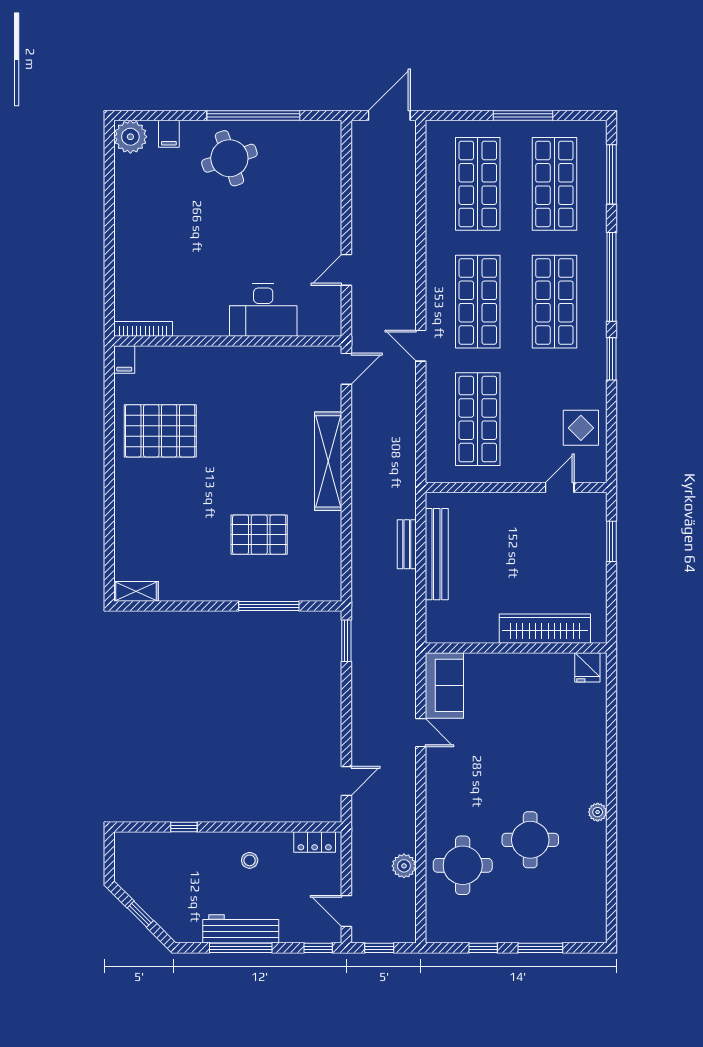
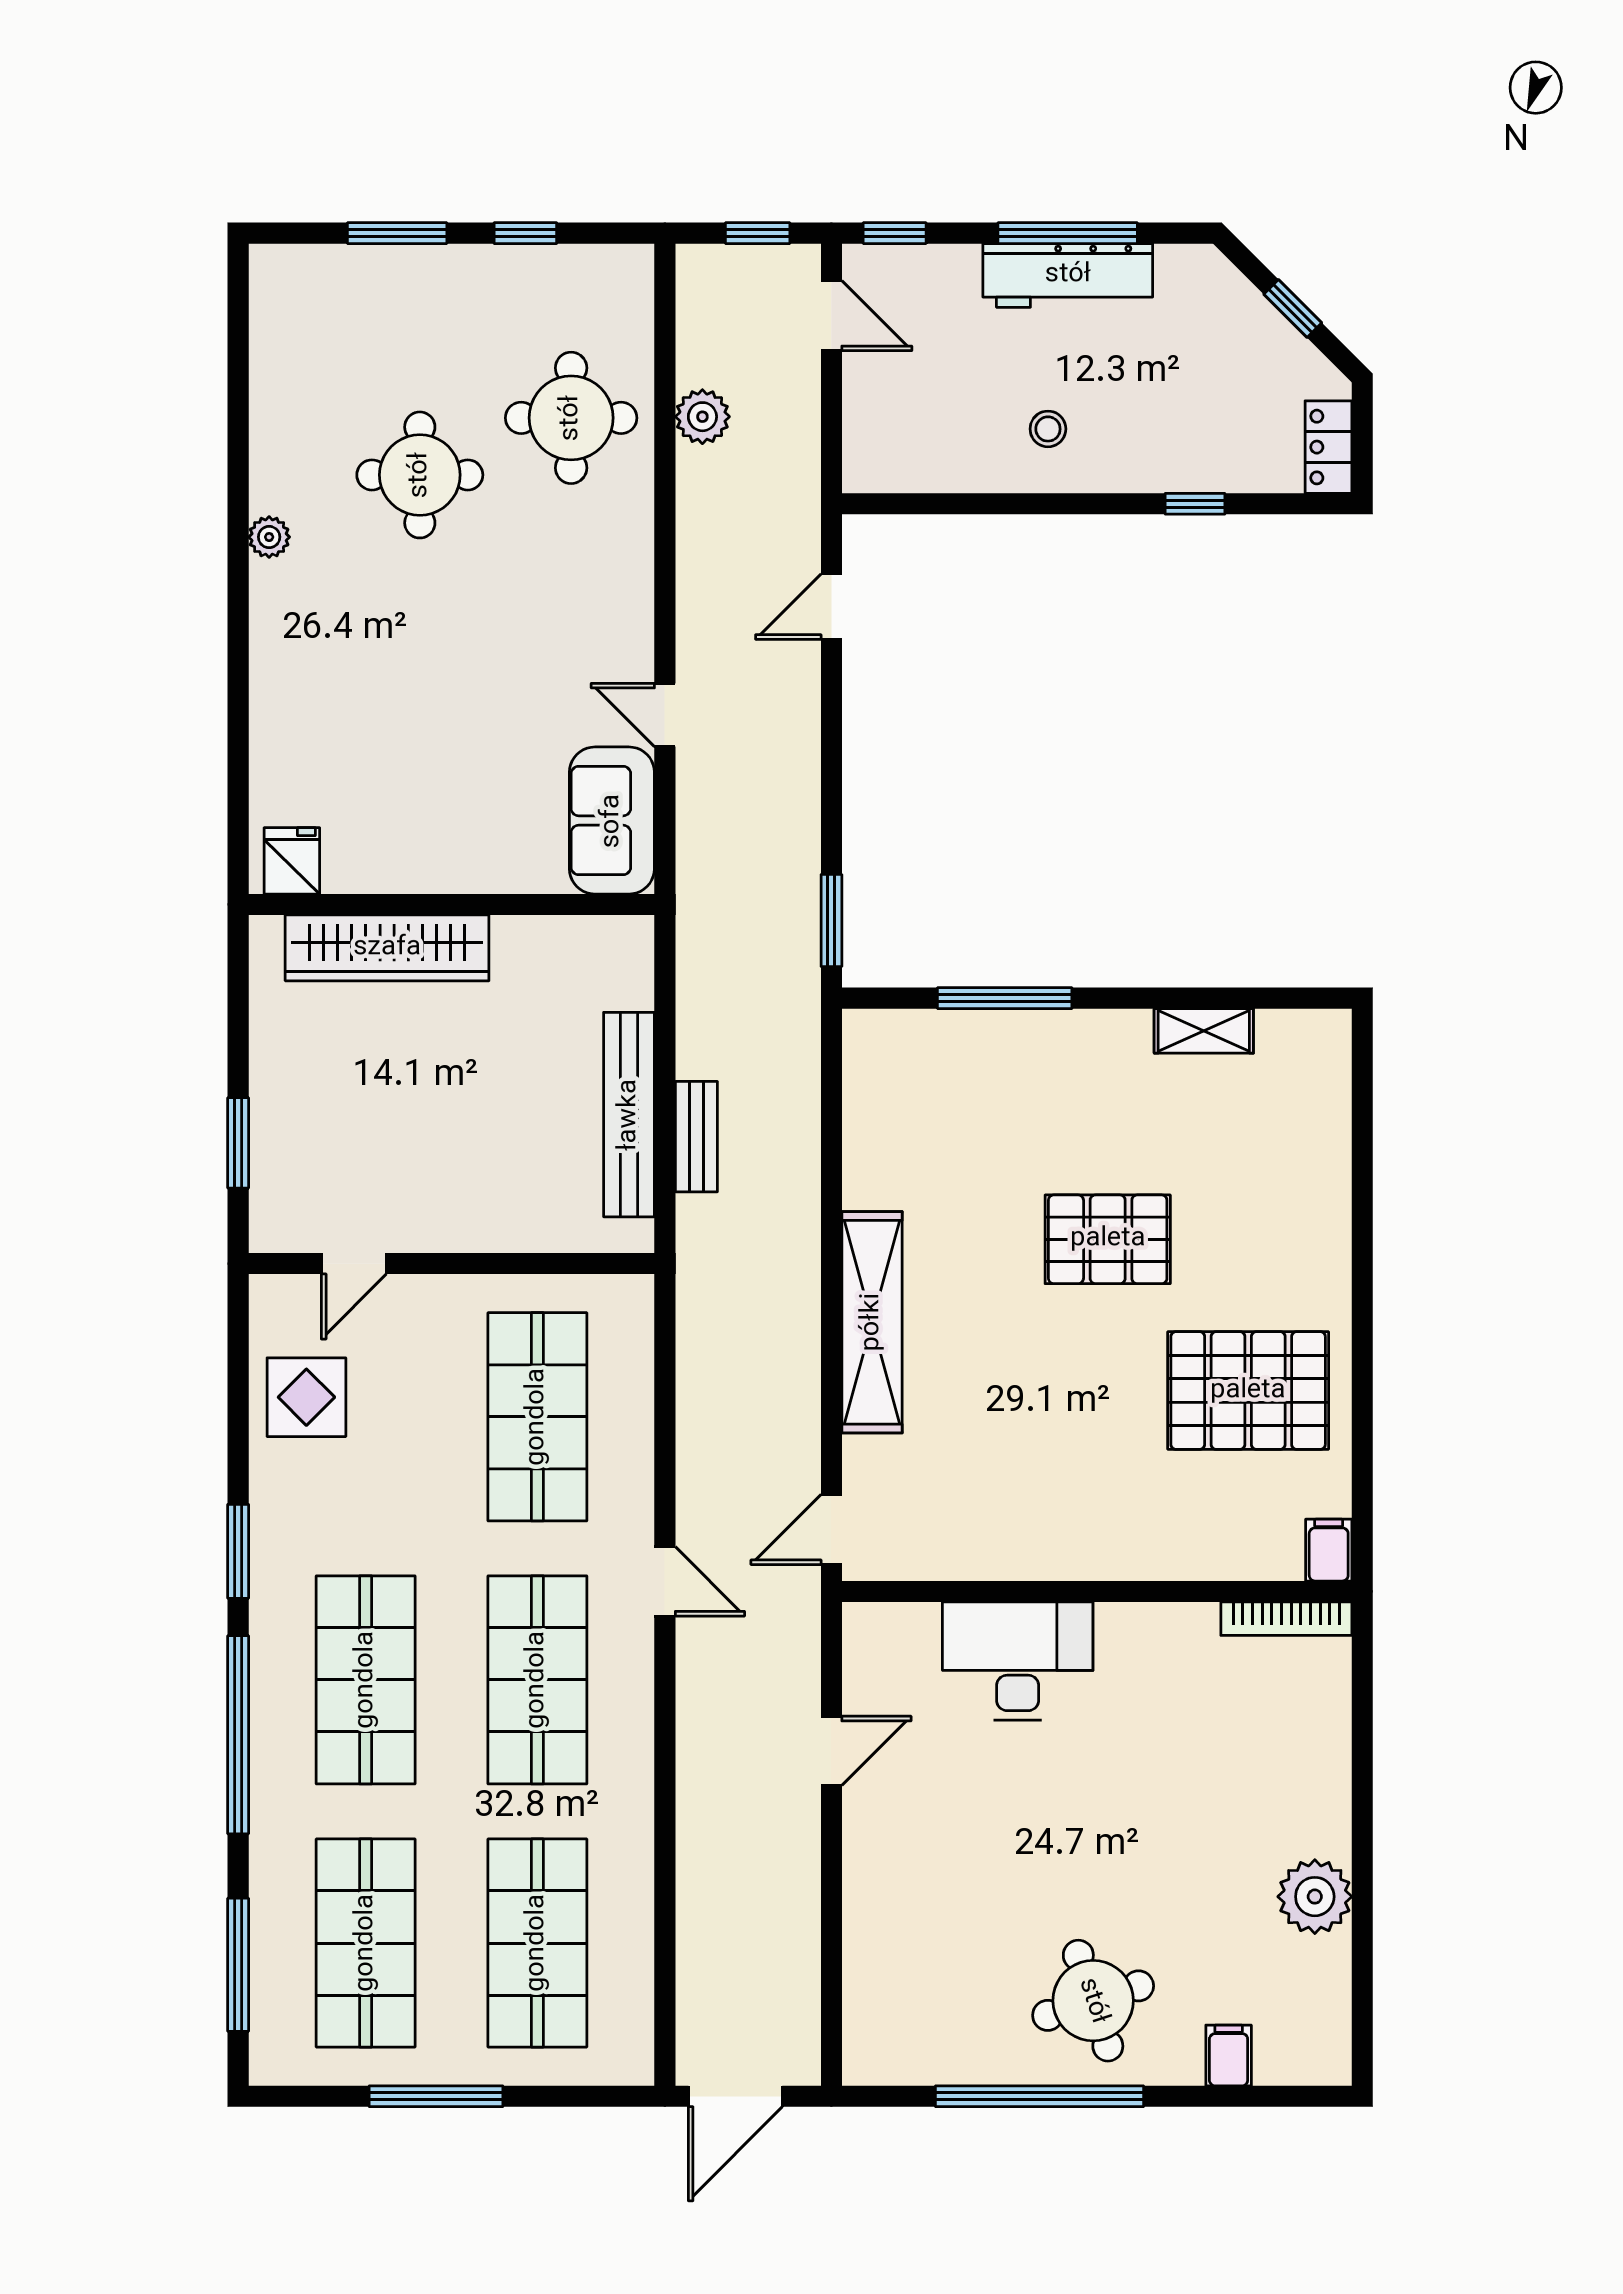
plant: (130, 137) -> (1315, 1897), moved
pallet: (259, 535) -> (1108, 1239), moved
shelving: (136, 591) -> (1204, 1031), moved
locker: (315, 842) -> (1328, 447), moved, turned -90

